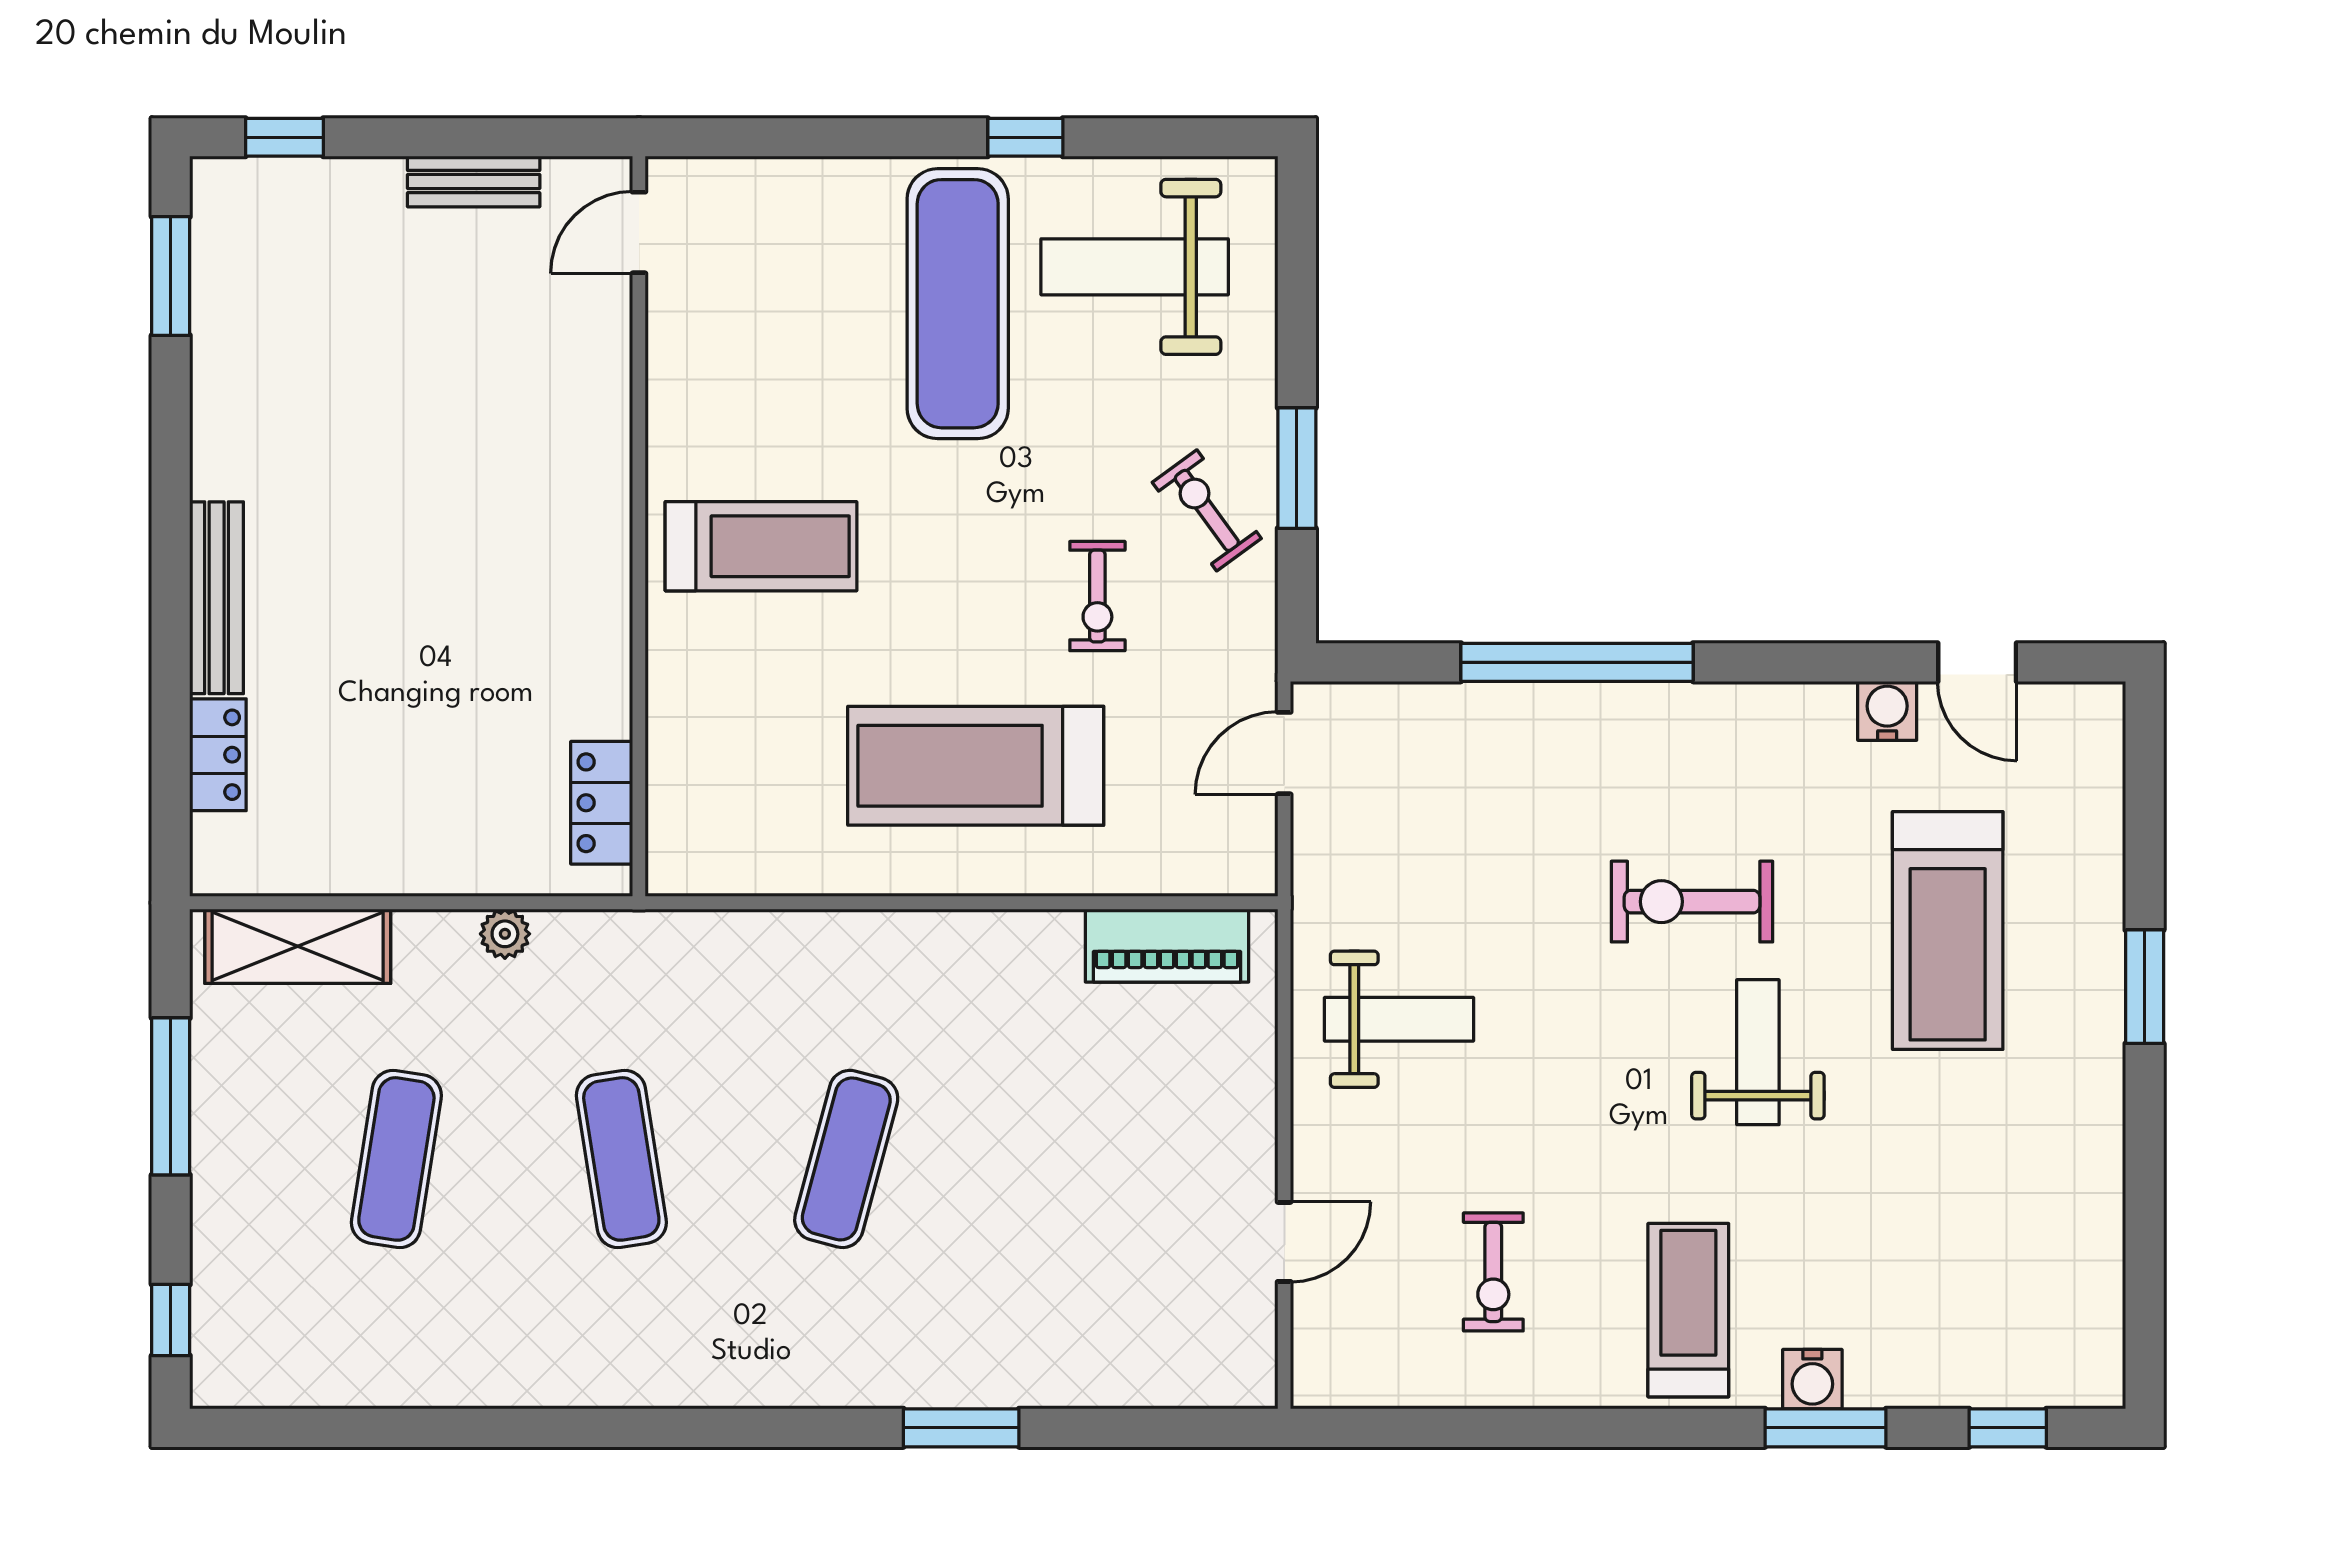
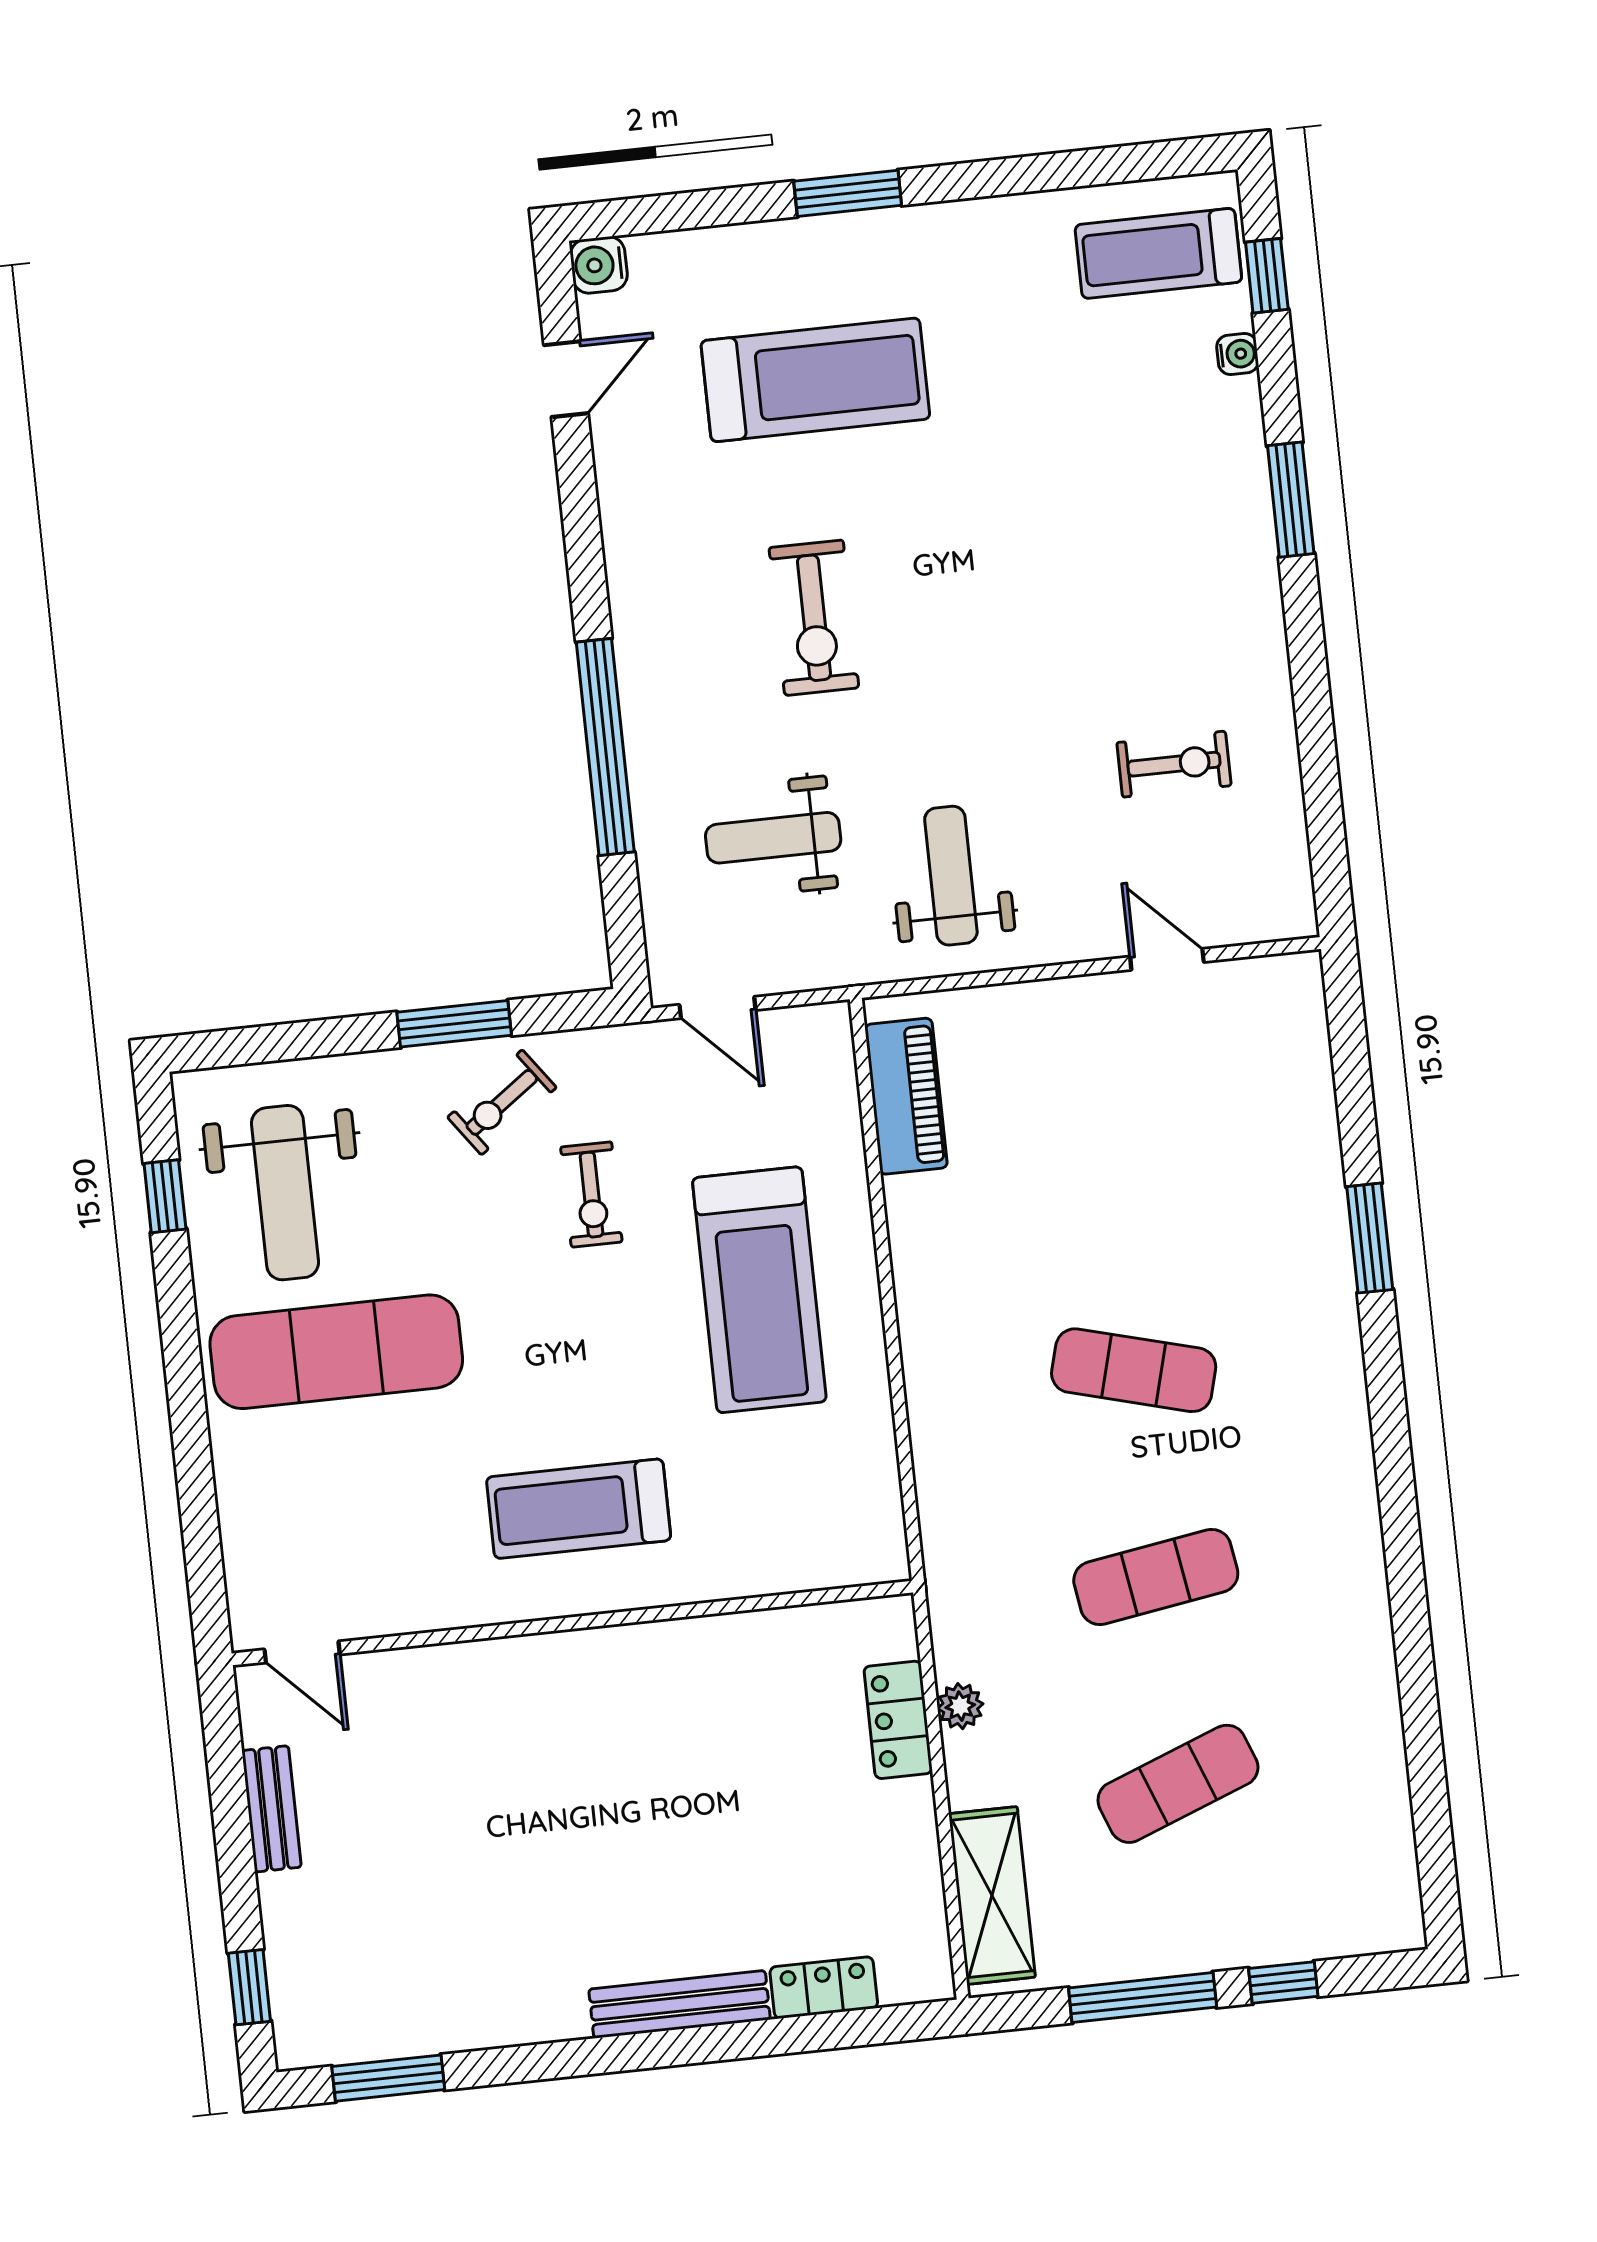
window: (1025, 137) -> (165, 1196), moved
treadmill: (761, 546) -> (579, 1509), turned -90
exercise bike: (1097, 596) -> (591, 1195), turned 90
water cooler: (1887, 711) -> (599, 265), moved
locker: (602, 803) -> (898, 1720), moved, turned 90
weight bench: (1758, 1052) -> (773, 838), moved
exercise mat: (396, 1159) -> (1178, 1784), turned -30
treadmill: (1688, 1310) -> (1158, 253), moved
window: (171, 1320) -> (1283, 1982), moved
water cooler: (1812, 1379) -> (1238, 354), moved, width x0.72, depth x0.72
window: (1826, 1428) -> (1291, 500), moved

